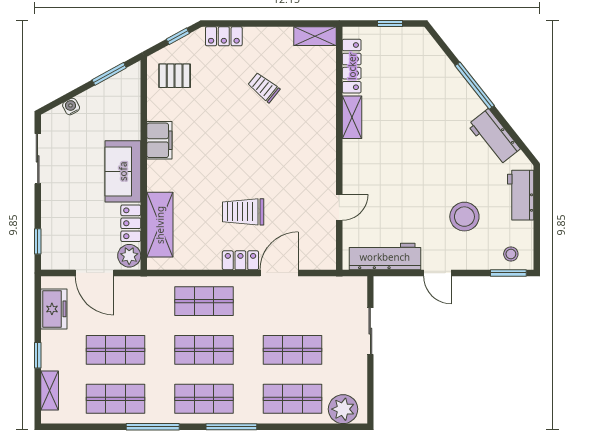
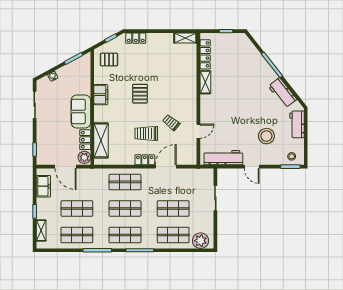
trolley: (264, 87) -> (171, 123), moved
pallet: (232, 139) -> (140, 94), added

